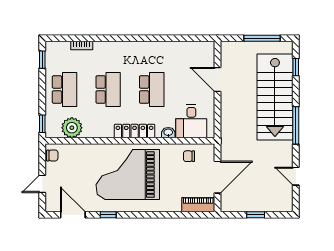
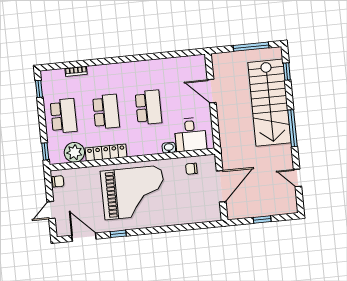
locker: (135, 131) -> (106, 153), moved
grand piano: (128, 175) -> (133, 193), turned 180
piano: (198, 205) -> (205, 215), removed

